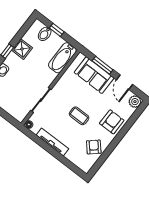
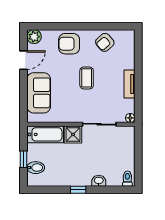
shower: (22, 49) -> (73, 135), moved
window: (103, 65) -> (24, 92), removed
tv unit: (52, 142) -> (129, 84), width x0.71

